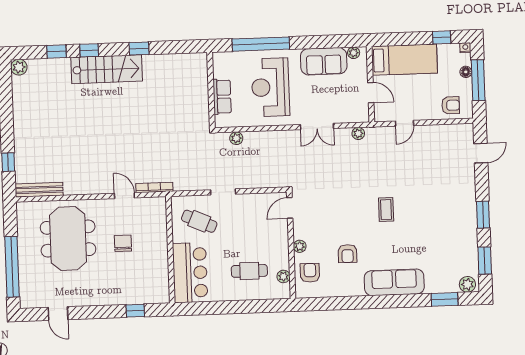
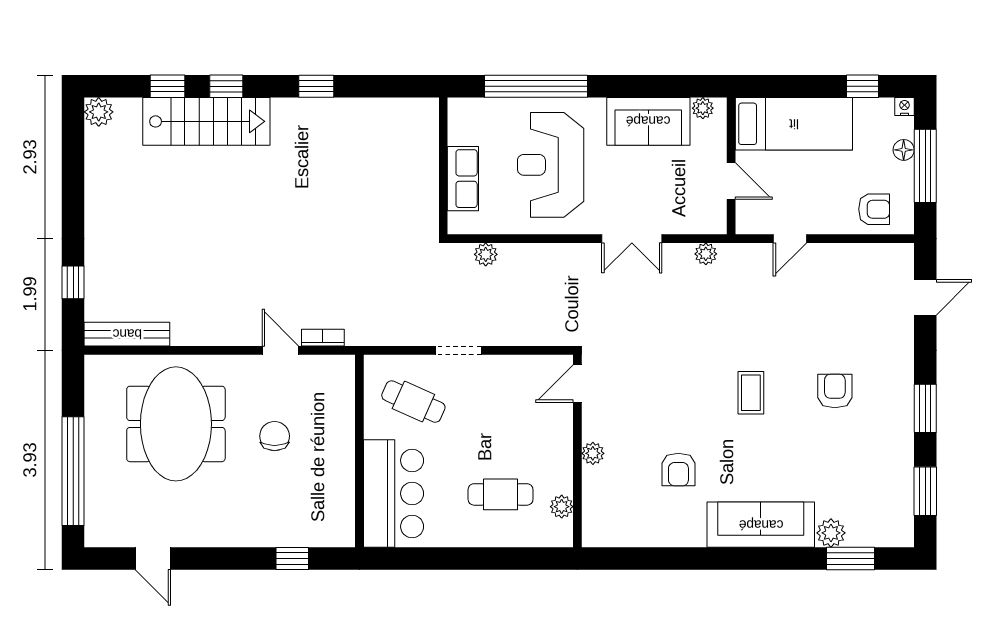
stairs: (107, 69) -> (206, 121), moved
bookcase: (154, 187) -> (323, 338), width x0.64
armchair: (310, 273) -> (835, 391), moved
plant: (467, 284) -> (831, 533), moved

